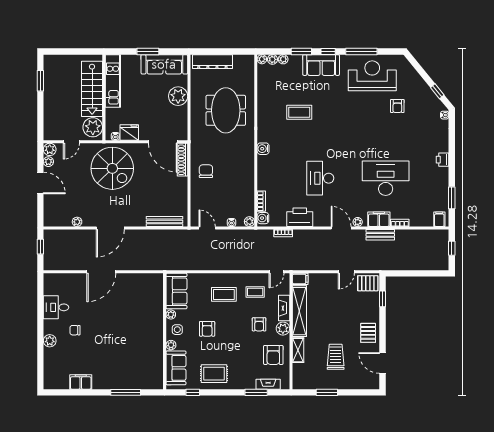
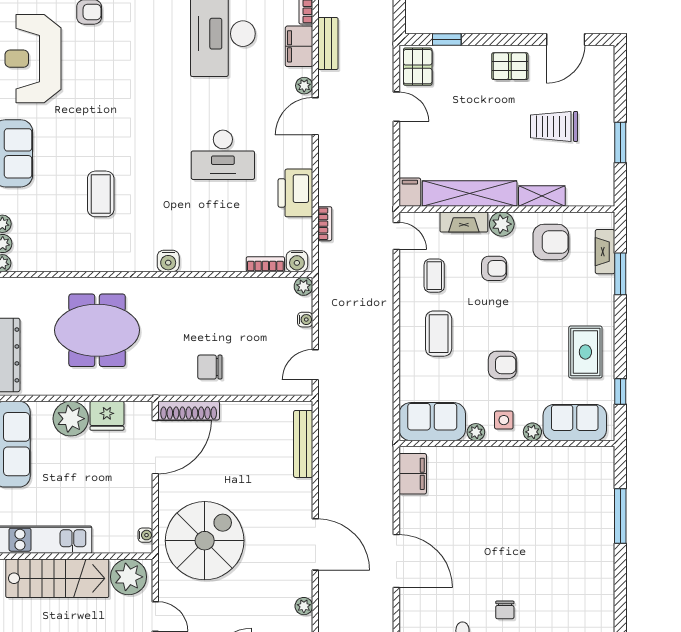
fridge: (129, 132) -> (107, 416), moved, turned -90
filing cabinet: (81, 382) -> (413, 474), moved, turned 180

